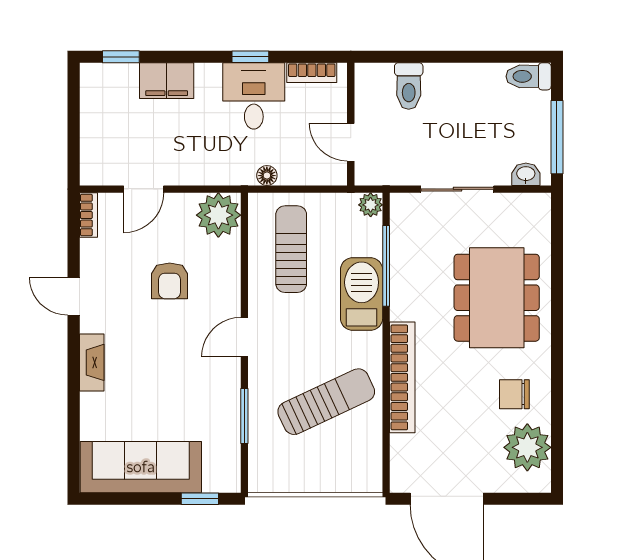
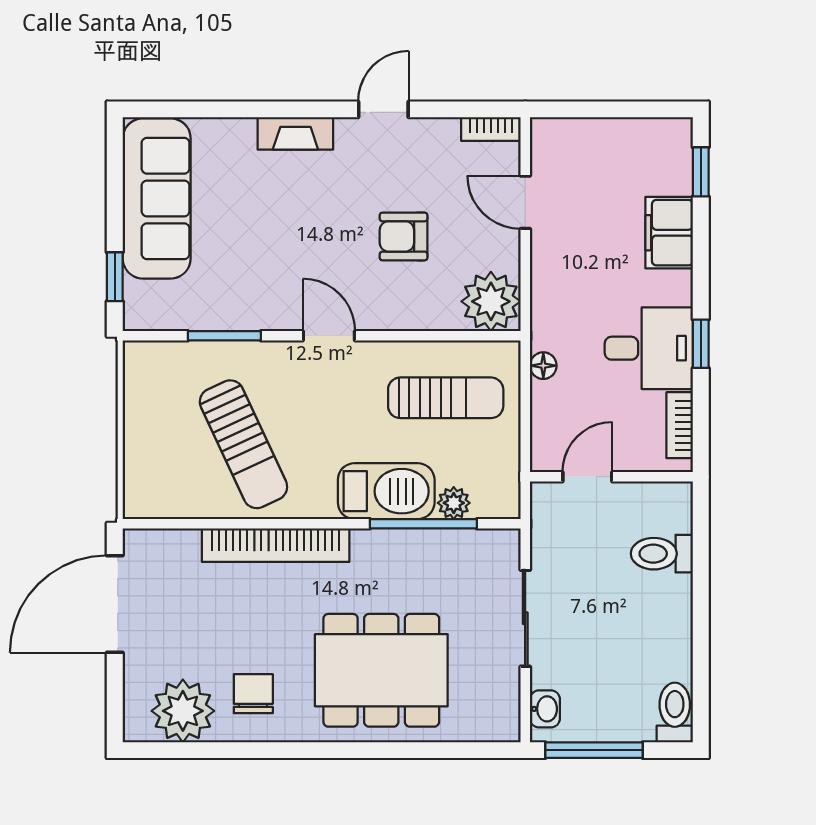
plant: (371, 205) -> (454, 503), moved

